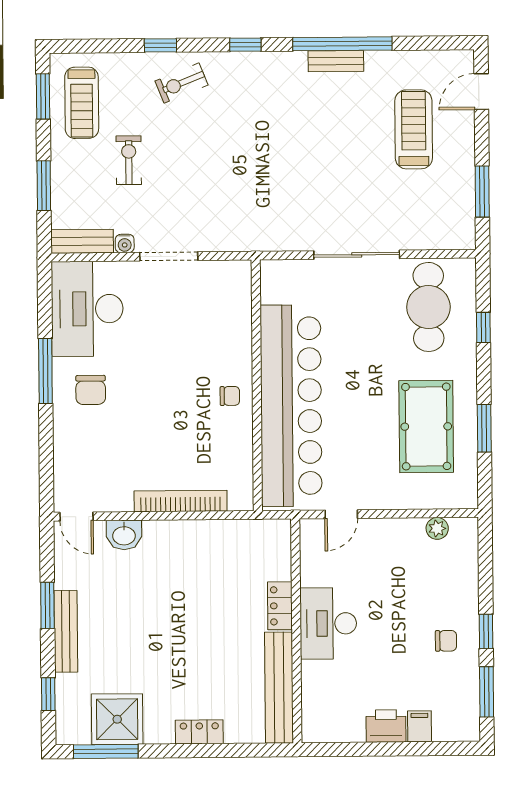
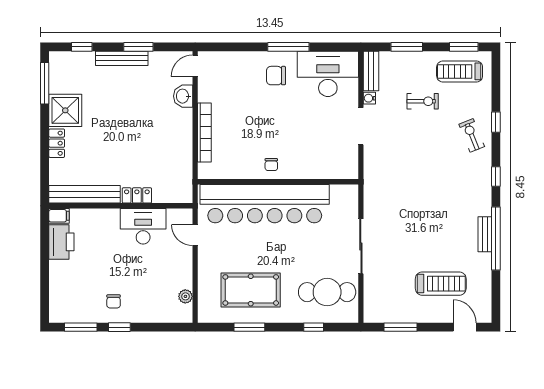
desk: (328, 623) -> (143, 226), moved
shower: (117, 719) -> (65, 110), moved
printer: (386, 726) -> (61, 242), moved, width x1.37, depth x1.19
filing cabinet: (420, 726) -> (59, 216), moved

